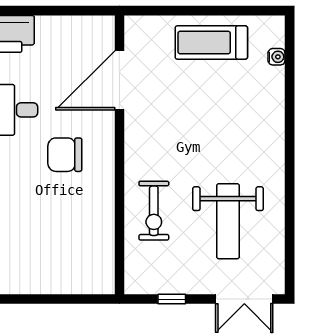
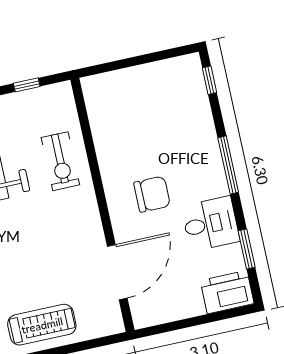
exercise bike: (154, 211) -> (60, 161), turned 180

